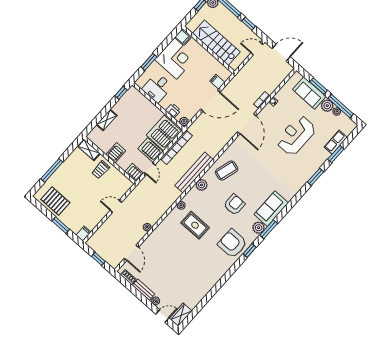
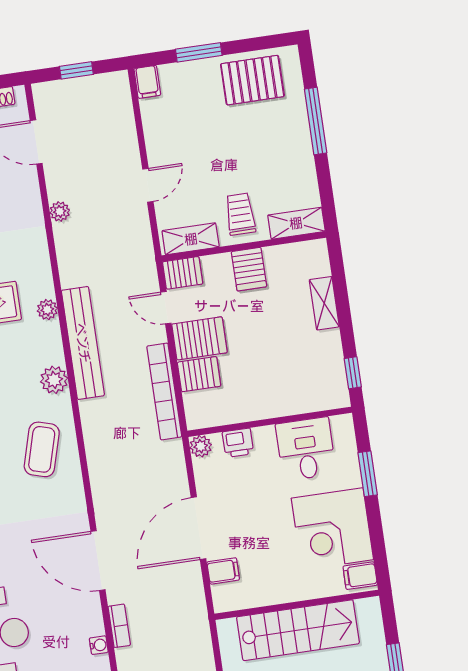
server rack: (164, 133) -> (199, 374), width x0.46, depth x0.70
bench: (194, 173) -> (83, 343), moved
shelving: (121, 179) -> (191, 239), added

